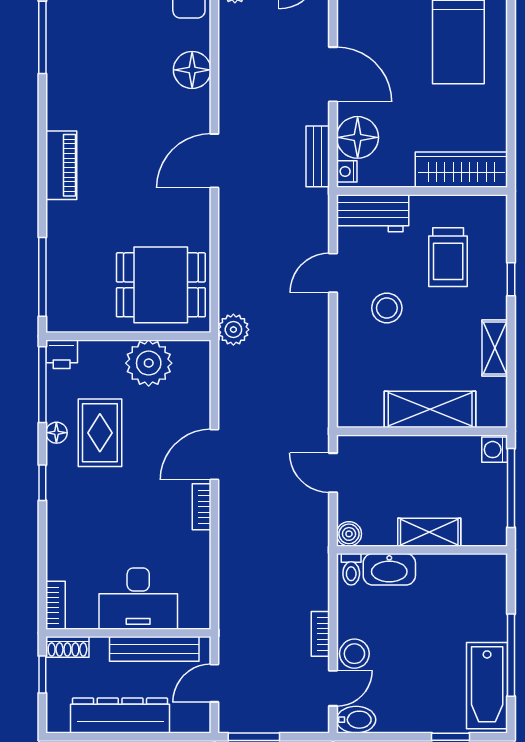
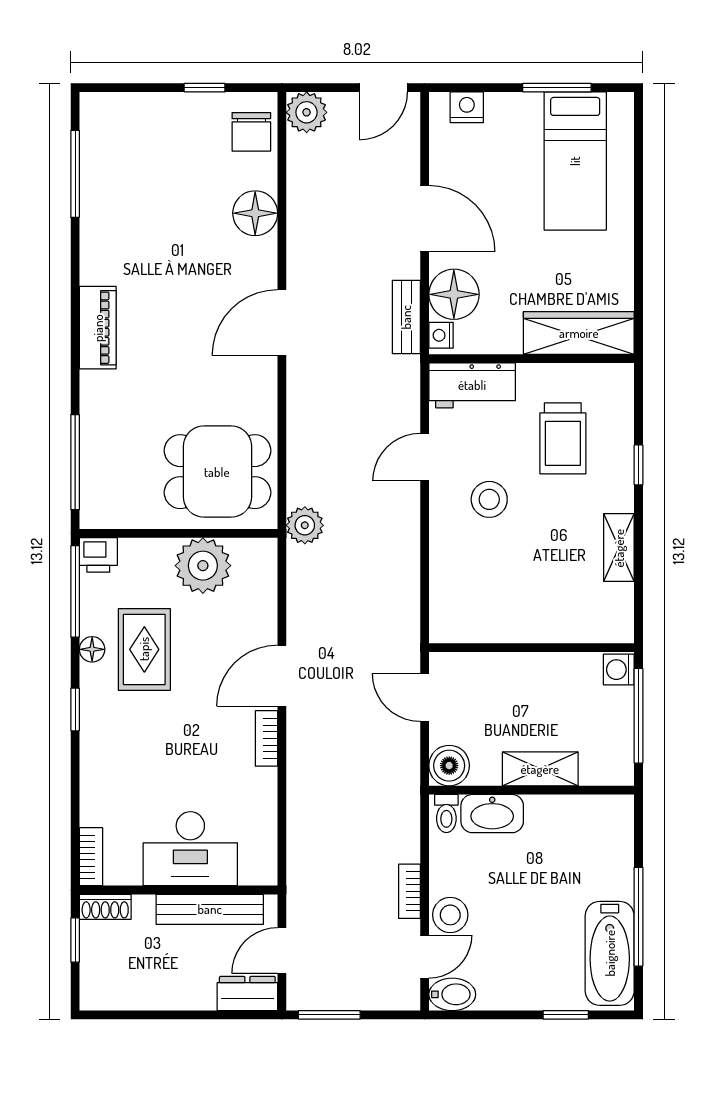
shelving: (430, 409) -> (541, 621), removed
boiler: (349, 534) -> (449, 766), width x1.36, depth x1.36
dresser: (120, 716) -> (247, 994), moved, width x0.51, depth x0.80

